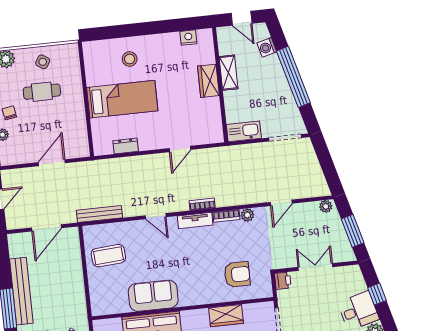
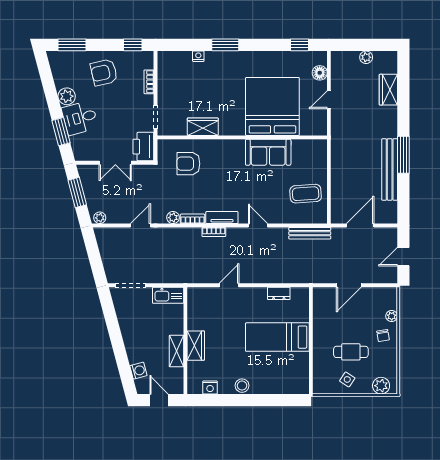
stool: (130, 59) -> (242, 386), moved
window: (293, 77) -> (117, 341), removed
printer: (283, 281) -> (143, 147), width x1.87, depth x1.48
window: (377, 294) -> (61, 132), width x1.50

